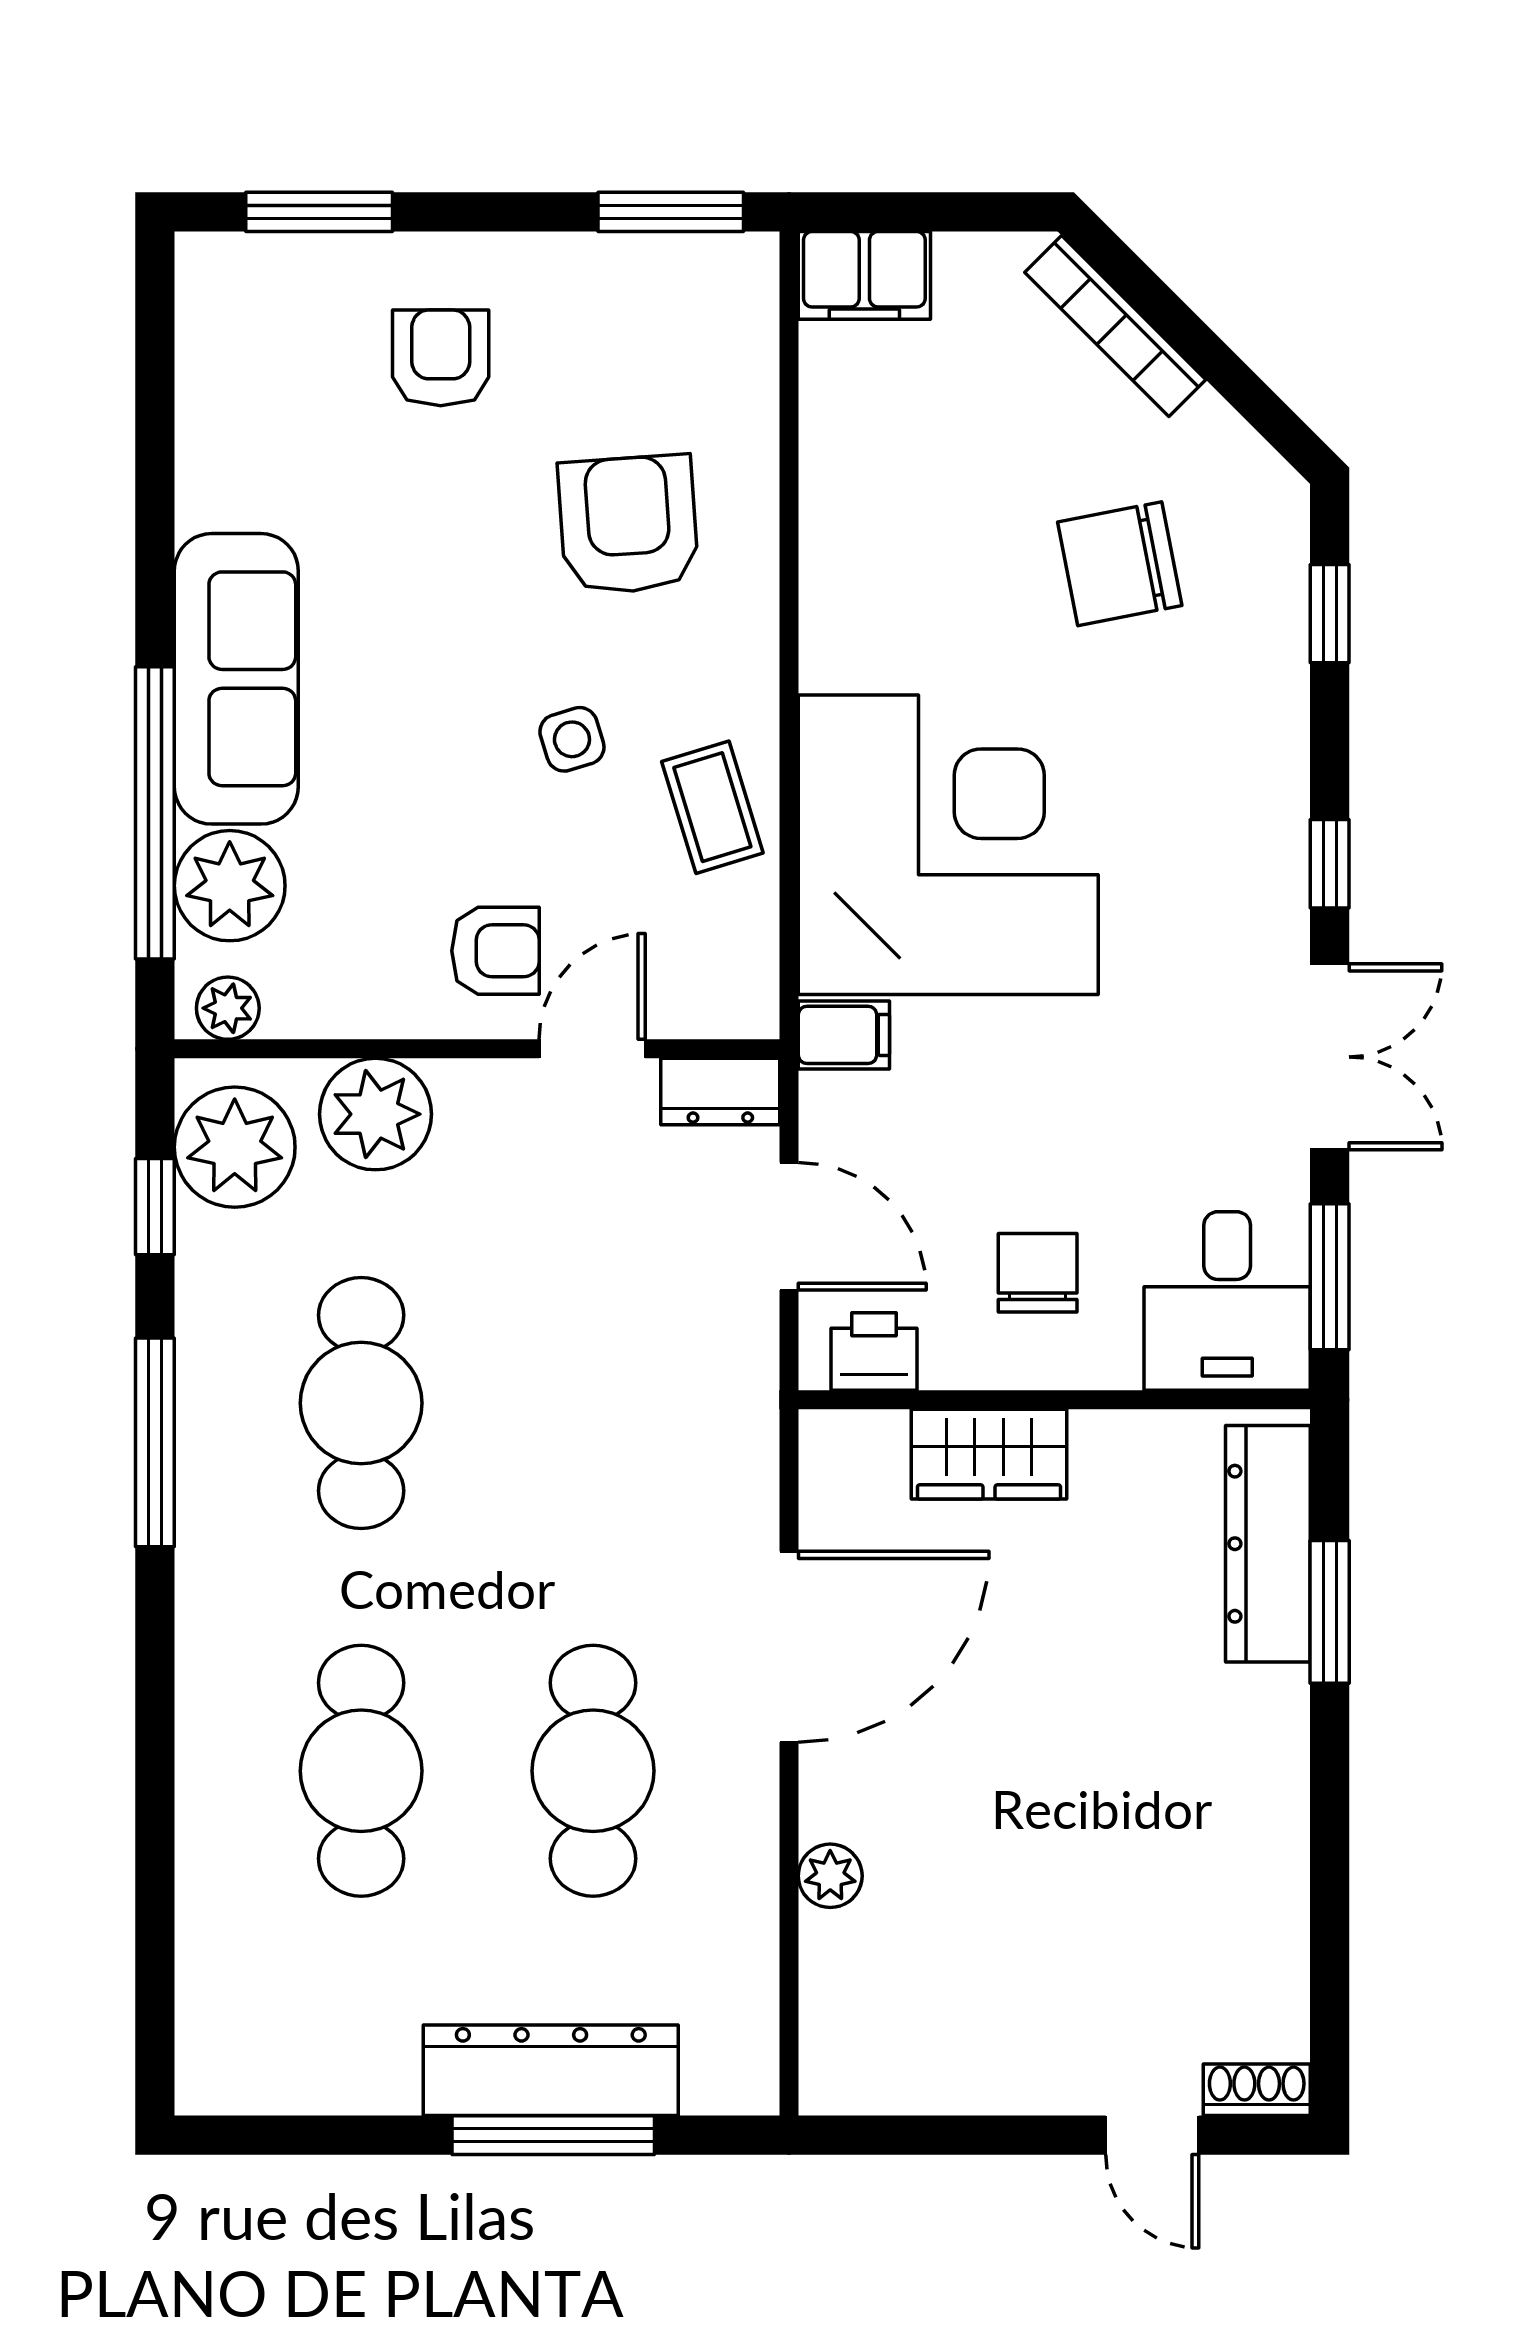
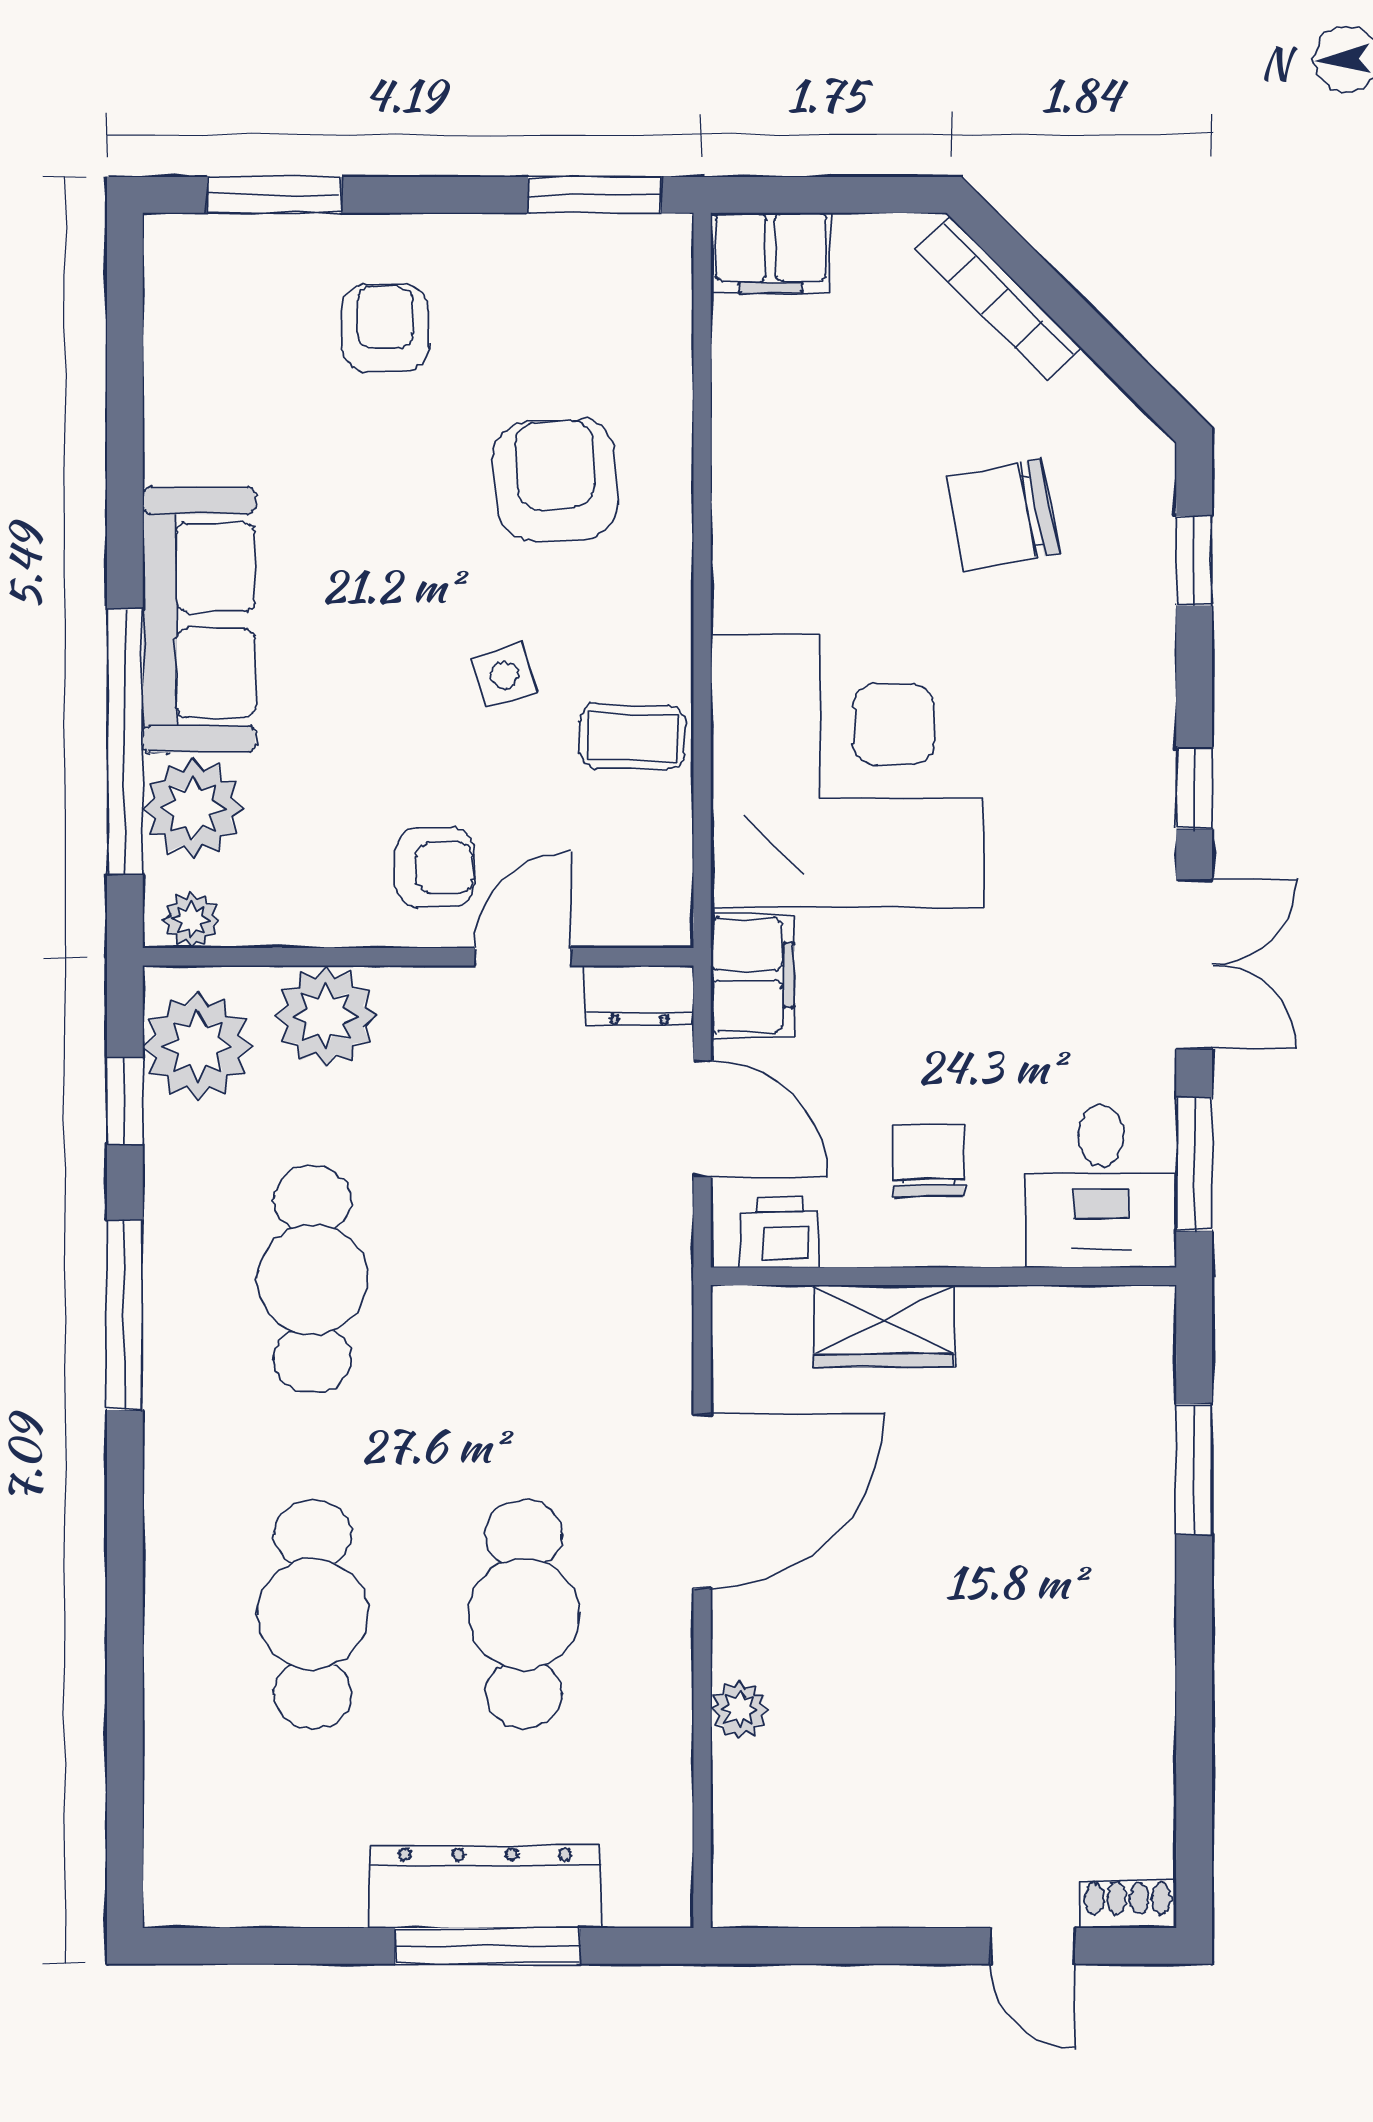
coffee table: (712, 807) -> (632, 737), turned -71
filing cabinet: (844, 1035) -> (752, 975), width x2.00
dresser: (1268, 1544) -> (1138, 1407), removed

